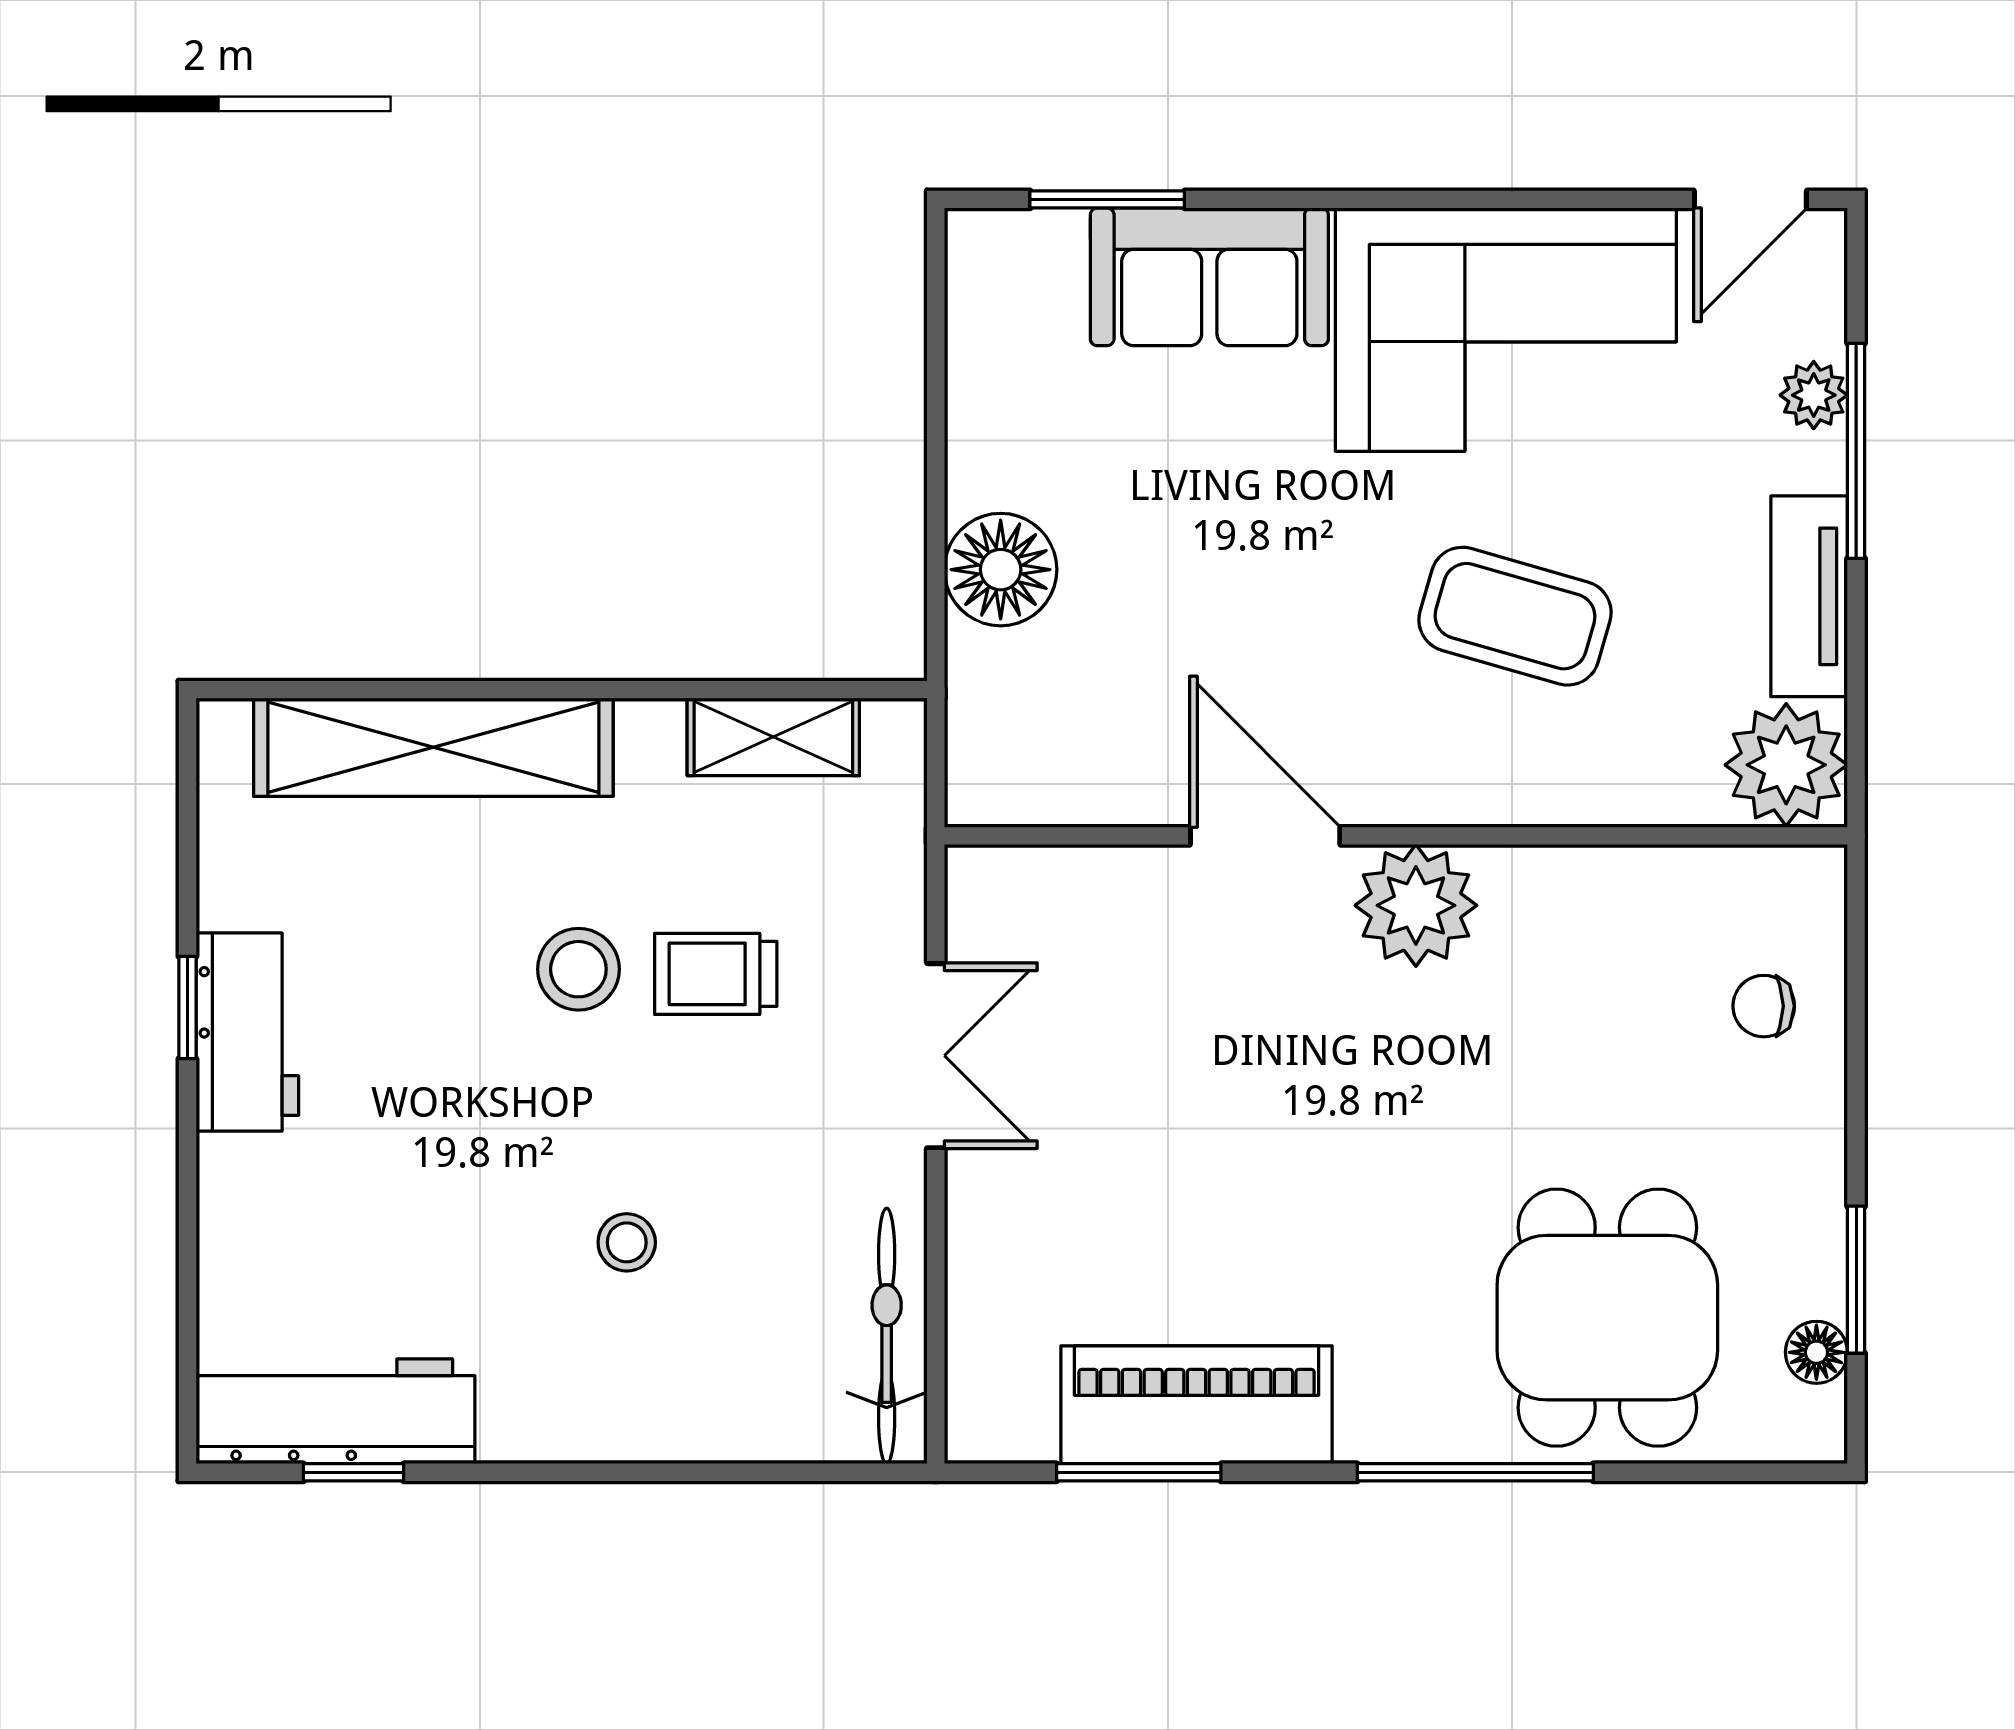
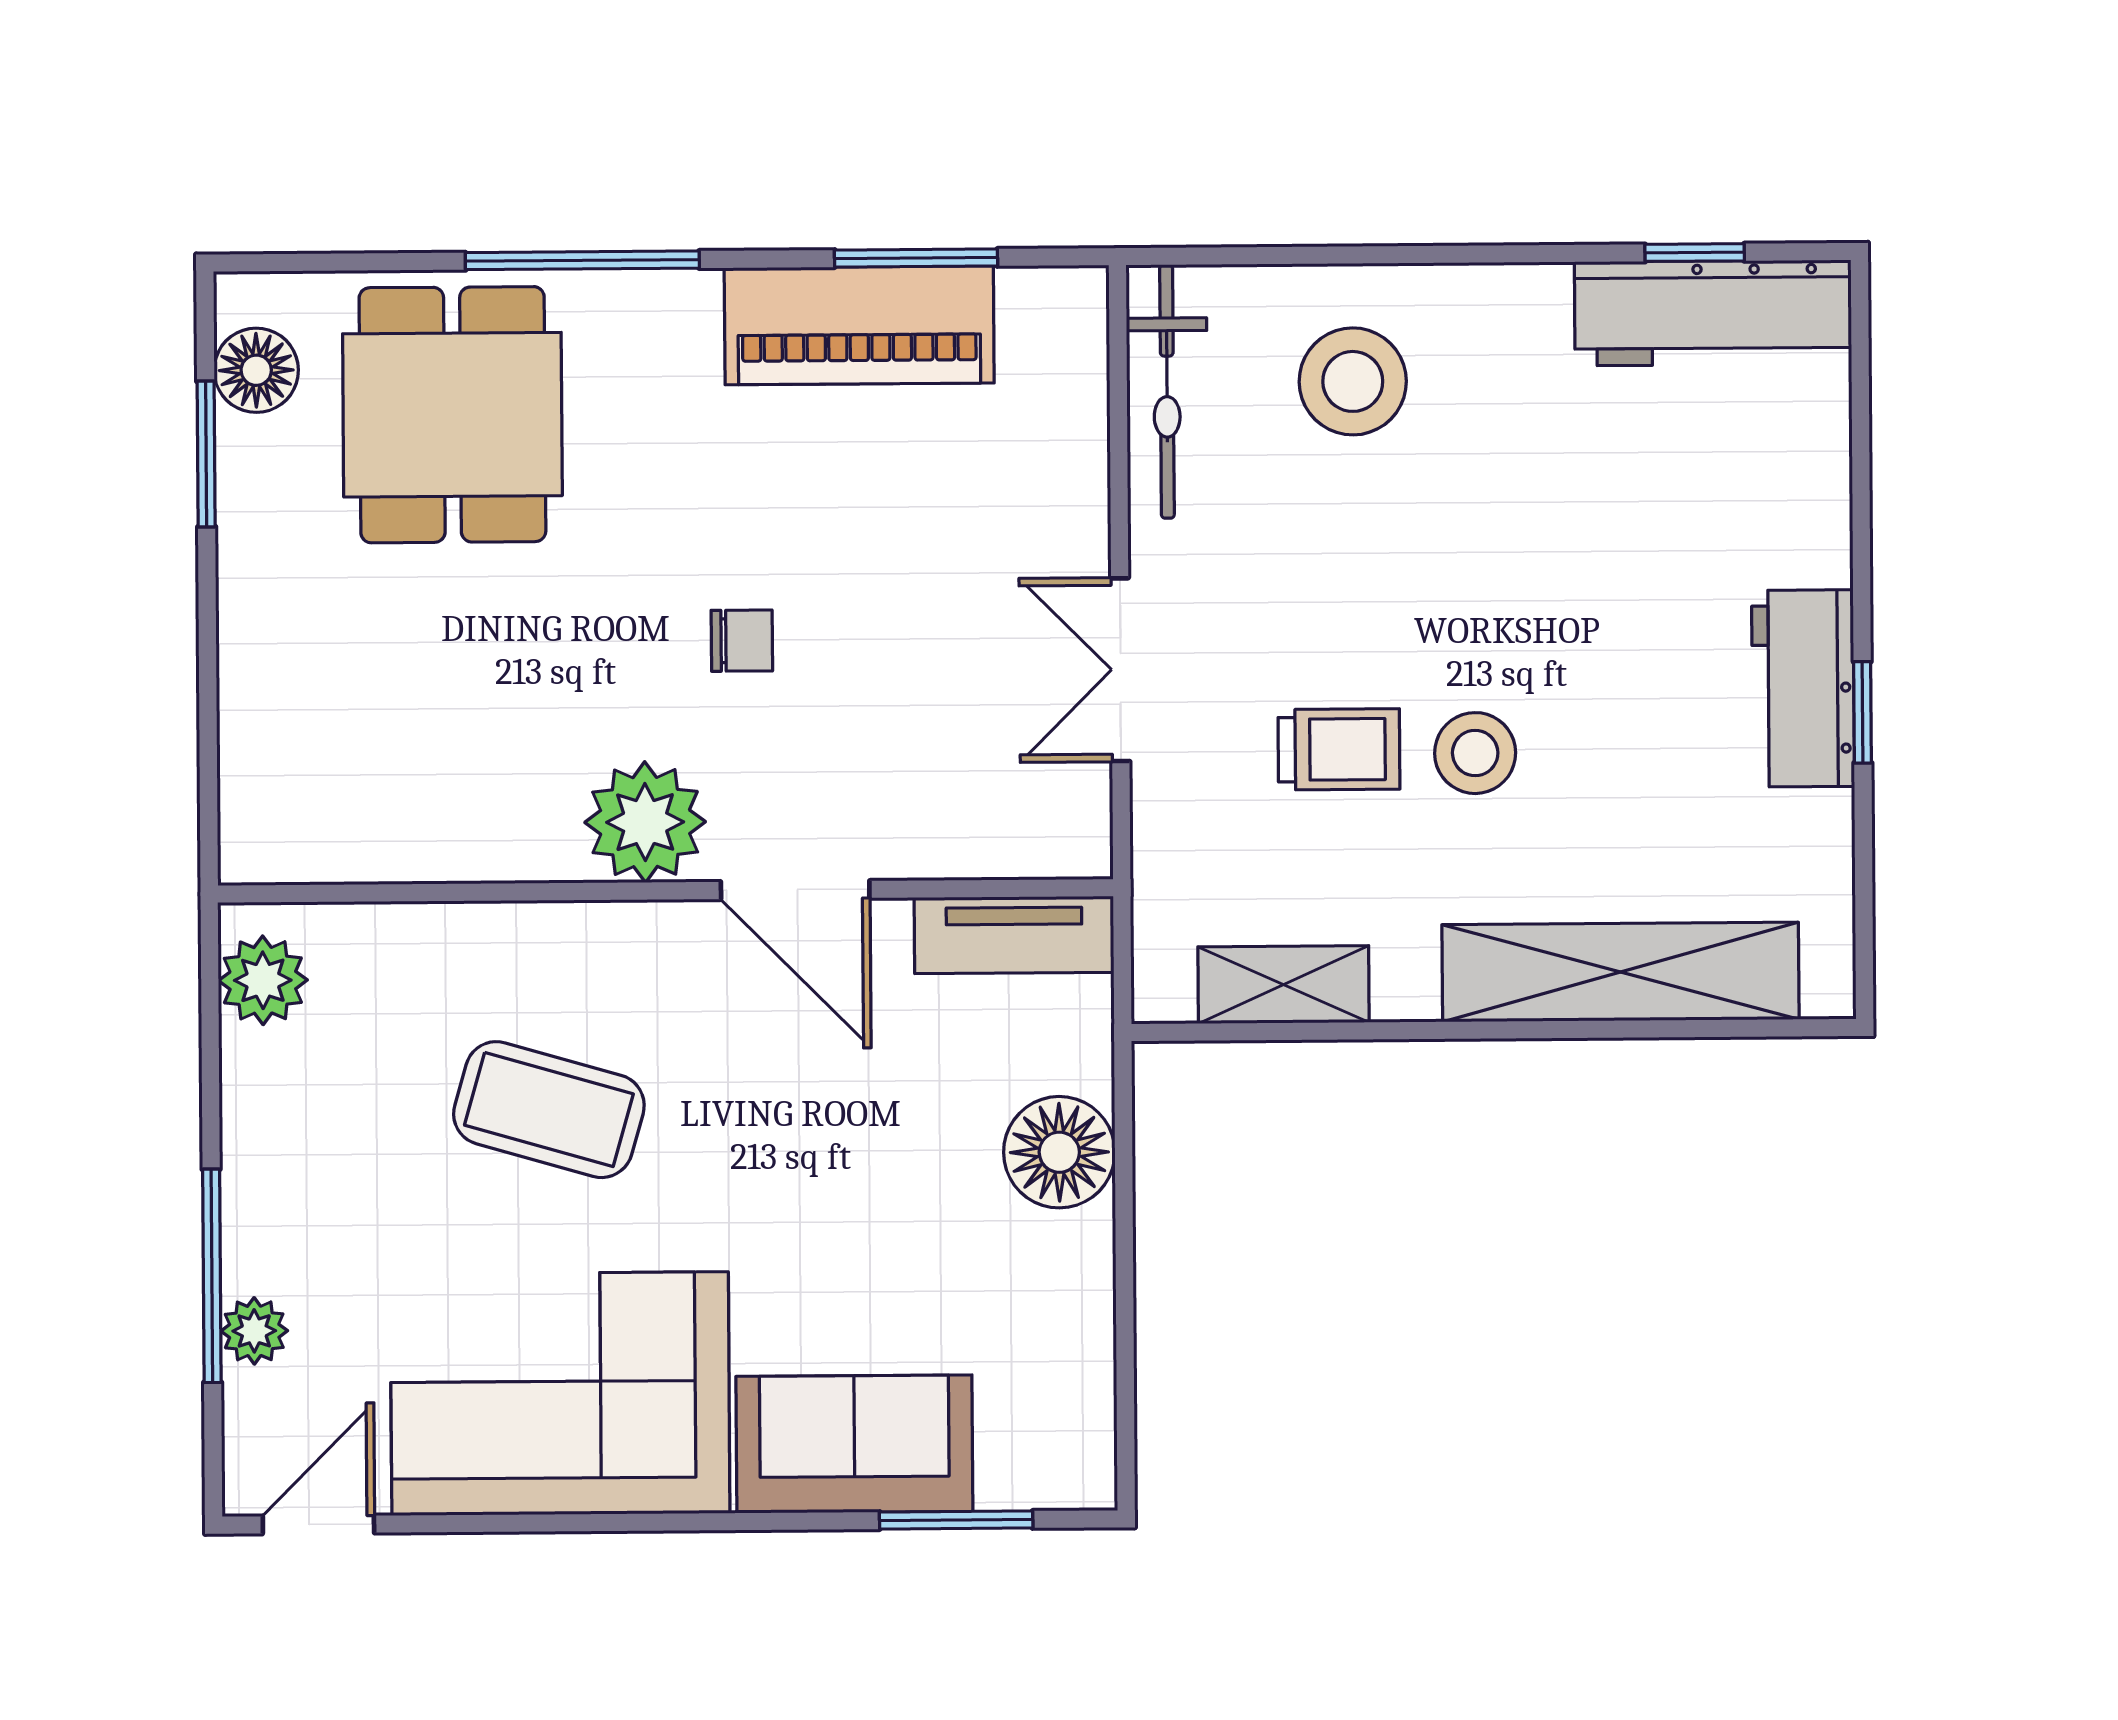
tv unit: (1809, 596) -> (1014, 935), moved, turned 90
plant: (1786, 765) -> (263, 980), width x0.73, depth x0.73
chair: (1764, 1006) -> (742, 641), moved
stool: (627, 1242) -> (1353, 381), moved, width x1.89, depth x1.89
floor lamp: (1816, 1352) -> (256, 370), width x1.37, depth x1.37

